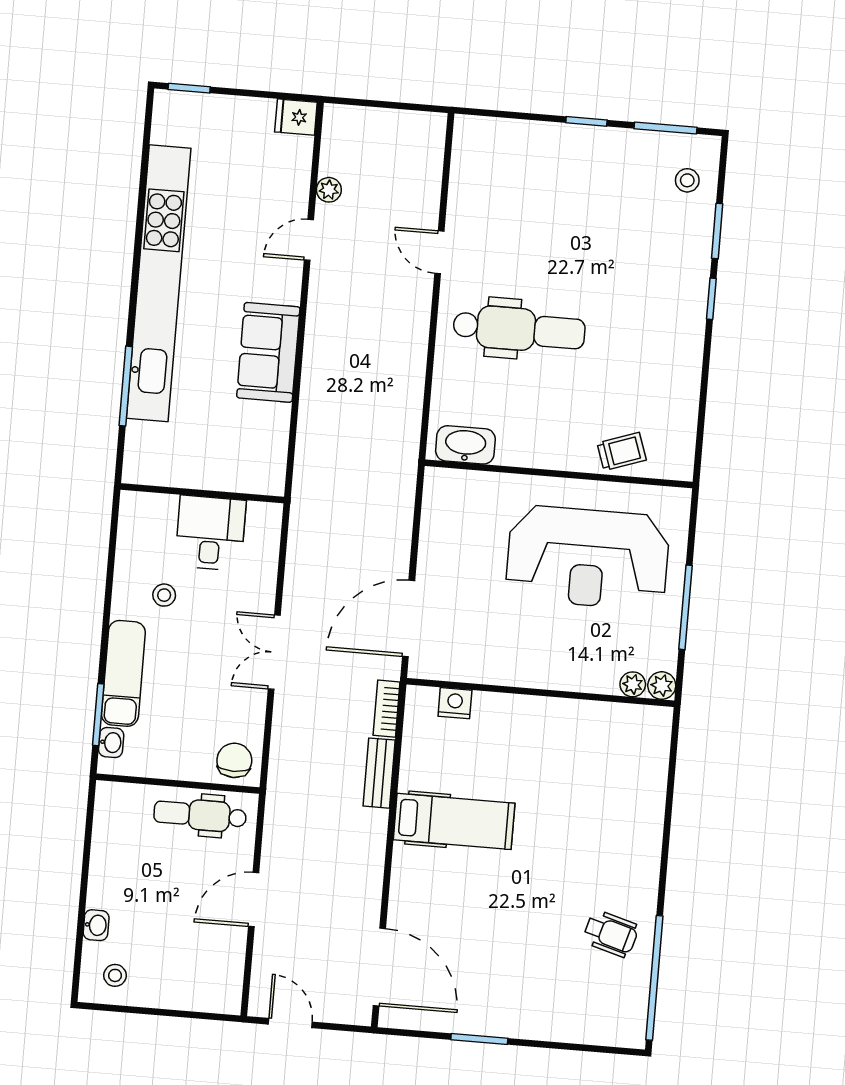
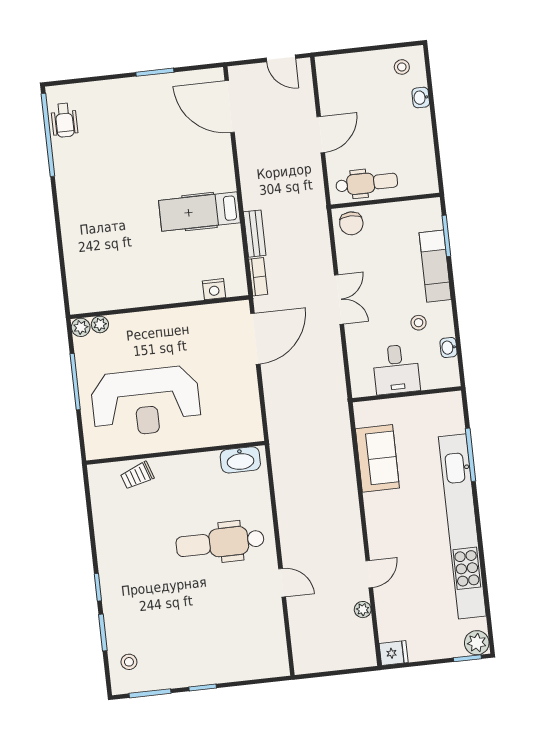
plant: (171, 108) -> (477, 643), added
sofa: (268, 352) -> (377, 458), moved
reception desk: (588, 558) -> (146, 402), turned 180
washbasin: (111, 742) -> (449, 347), moved
wheelchair: (611, 934) -> (64, 120), moved, turned -106

